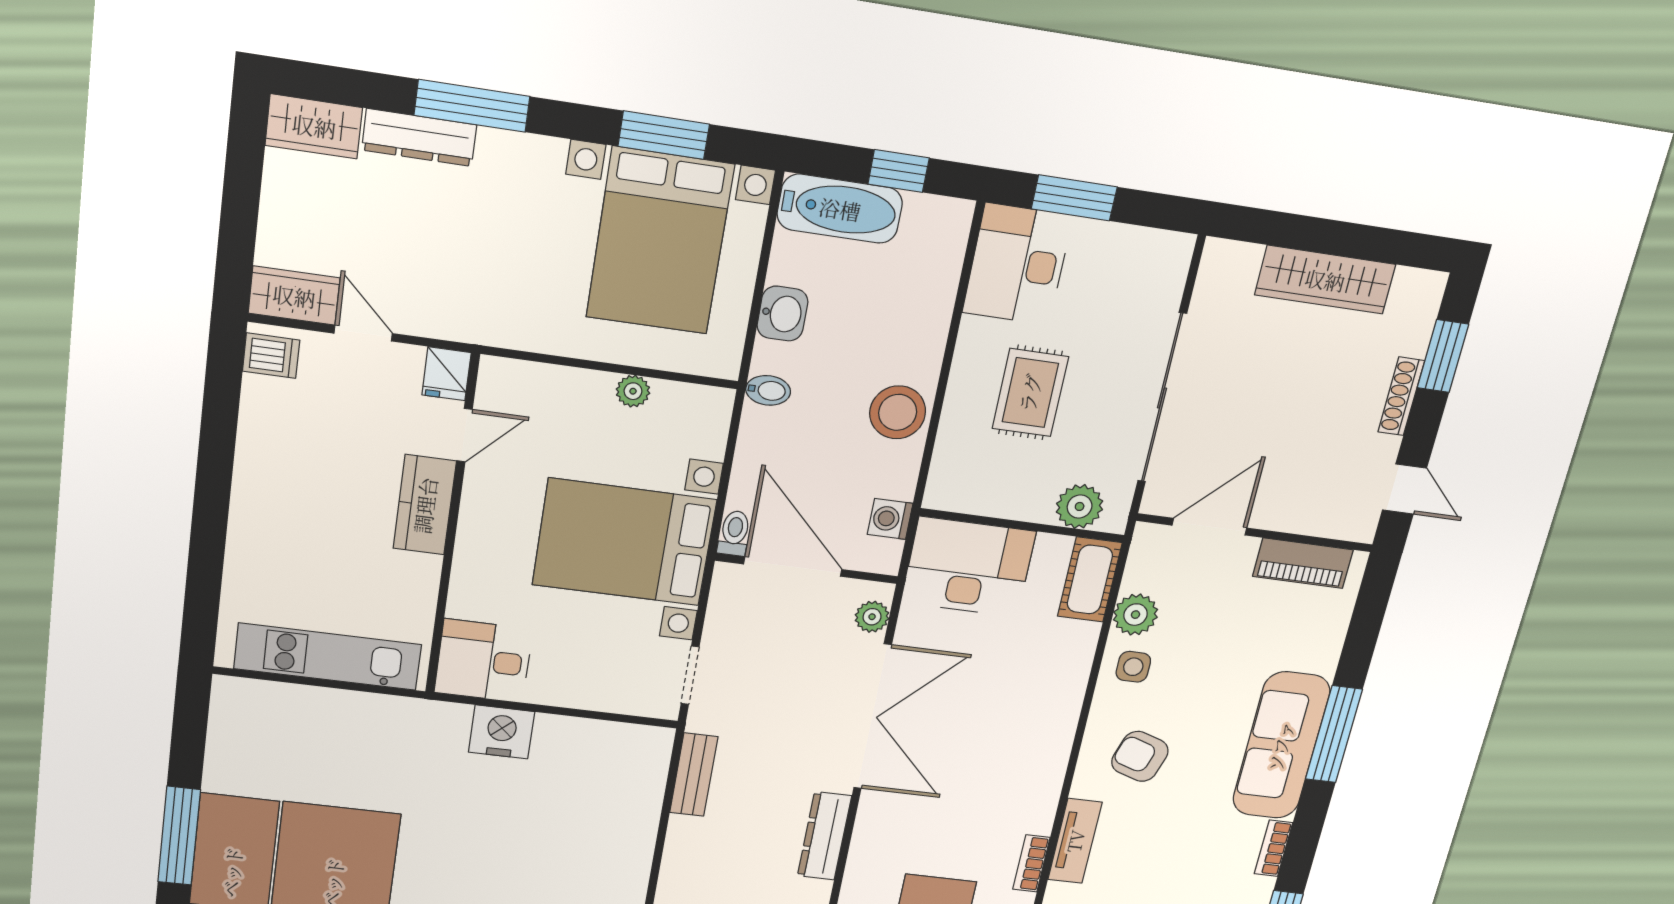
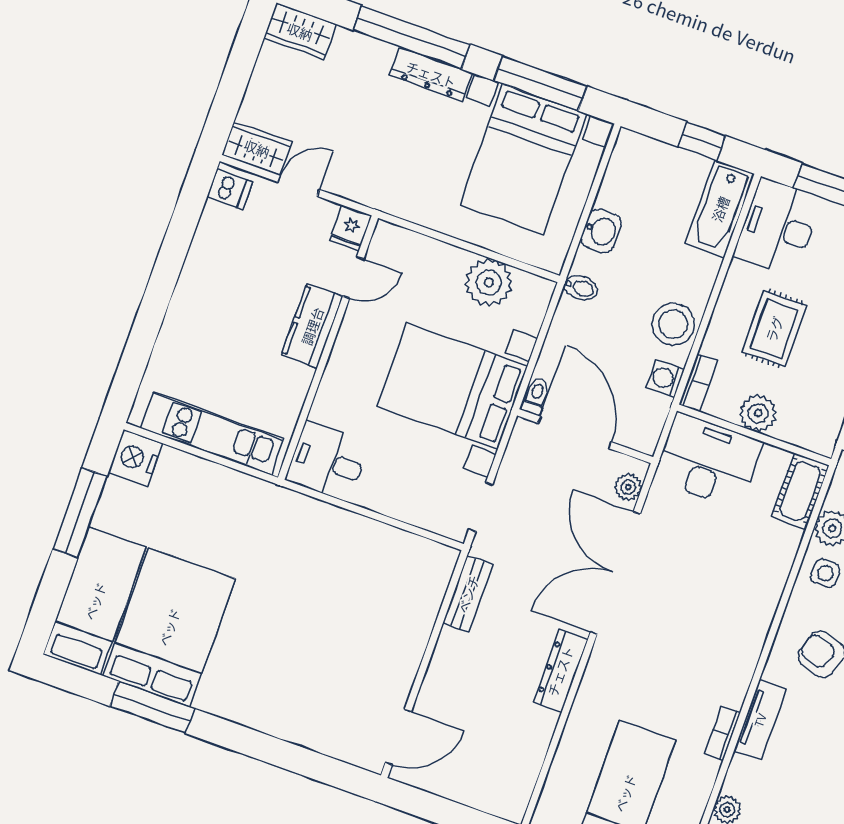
window: (472, 106) -> (412, 37), width x1.46
window: (664, 135) -> (540, 83), width x1.44
dresser: (419, 137) -> (431, 74), moved
bathtub: (840, 209) -> (720, 209), moved, turned 90
door: (363, 333) -> (299, 186), hinge flipped
plant: (633, 391) -> (489, 282), width x1.88, depth x1.88
bookcase: (941, 477) -> (698, 383), added
plant: (1080, 506) -> (758, 413), moved
washing machine: (890, 519) -> (665, 379), moved
double door: (872, 717) -> (615, 573), swing flipped
nightstand: (502, 732) -> (135, 458), moved, turned -90
window: (179, 836) -> (80, 513), moved

